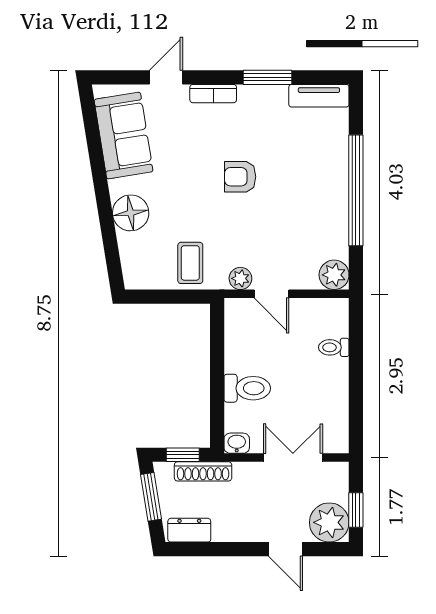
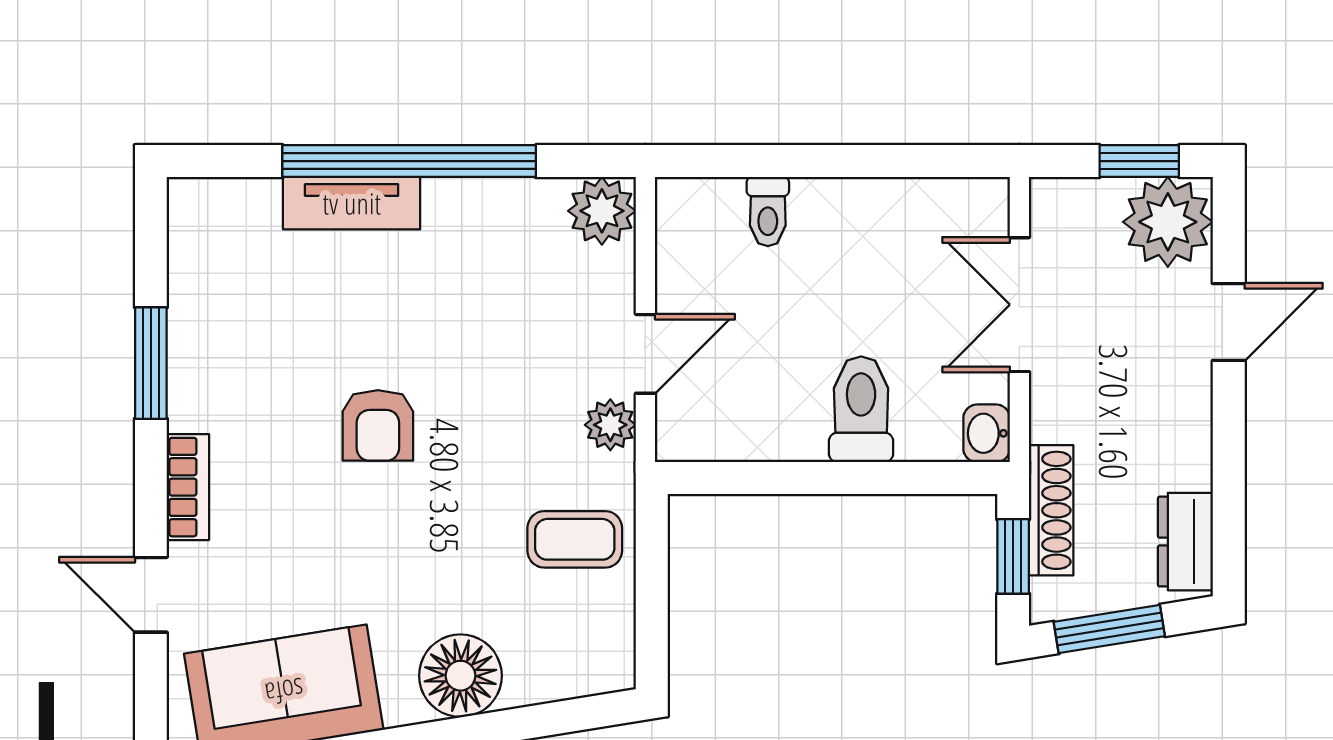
tv unit: (319, 96) -> (352, 203), moved, turned 90

